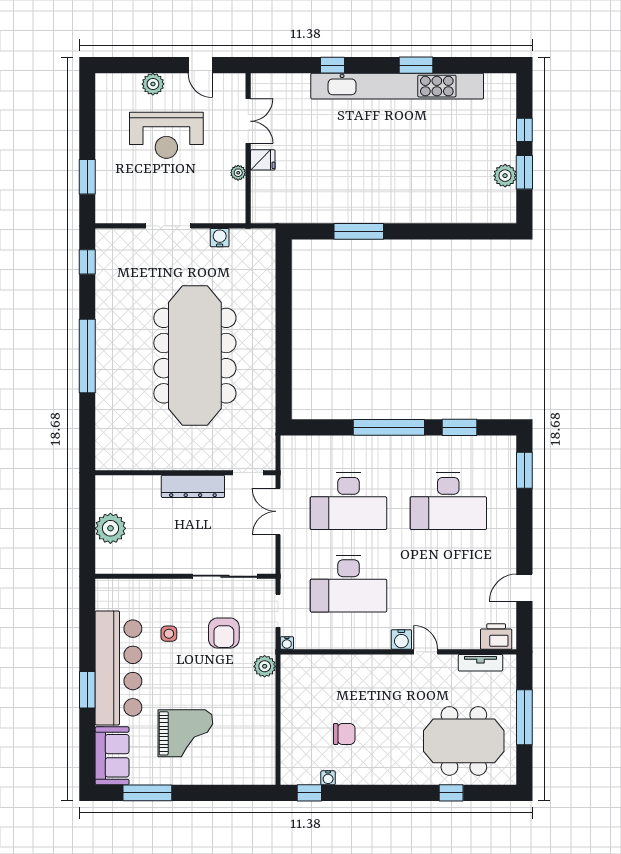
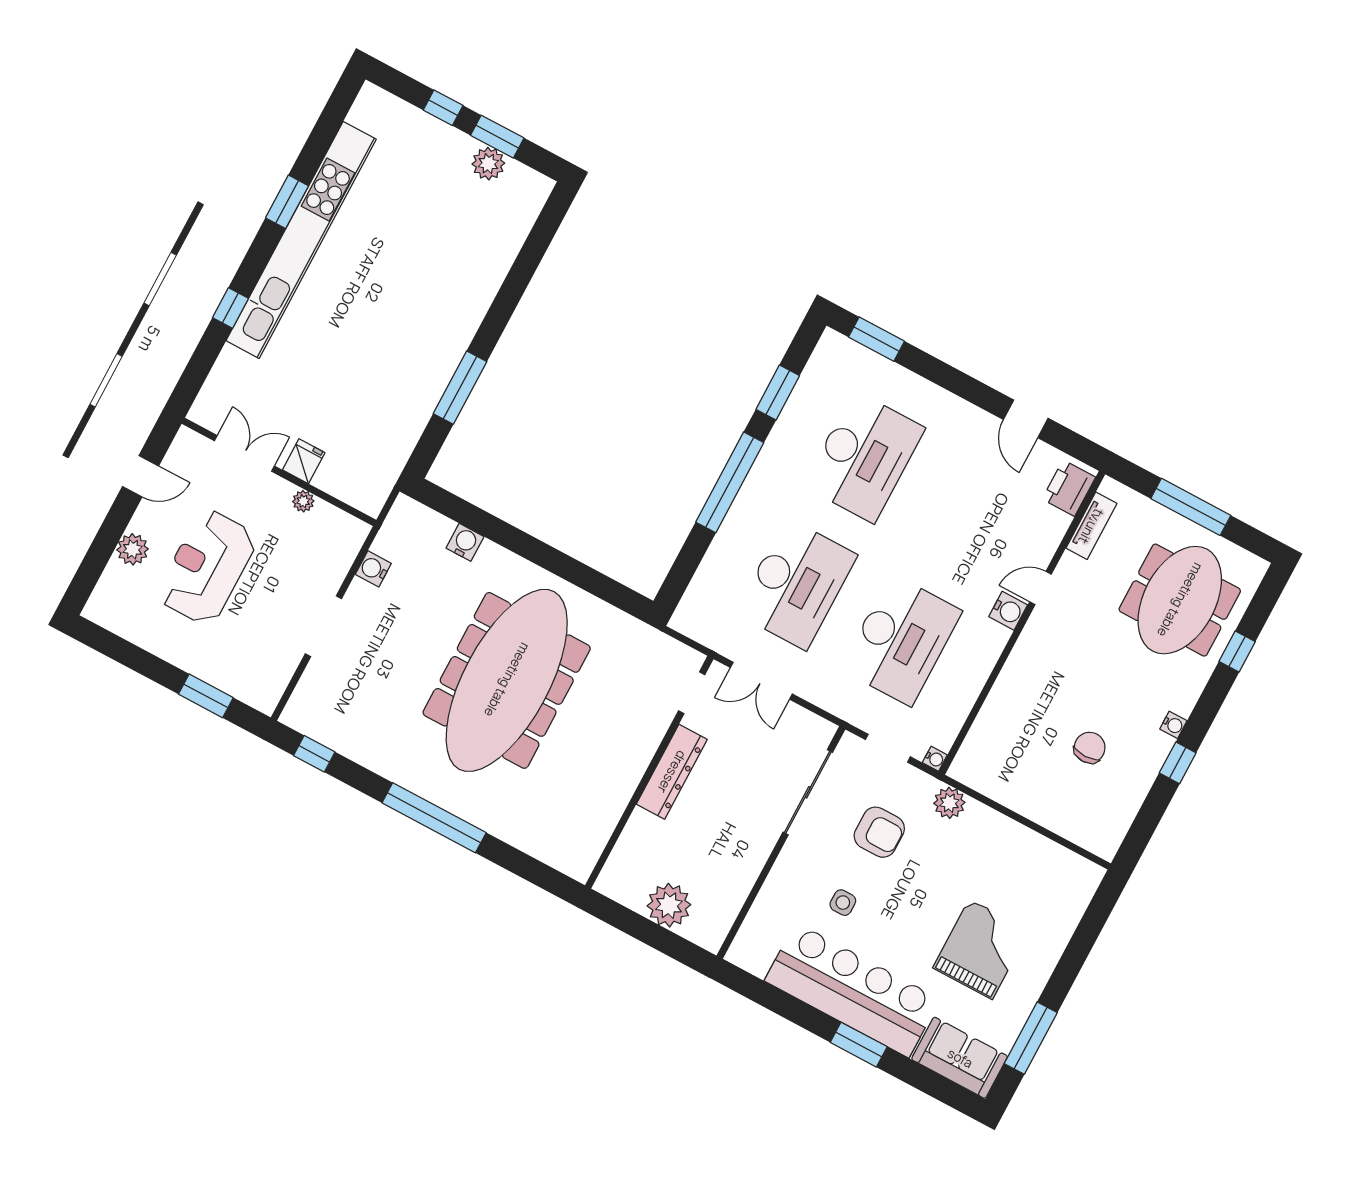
reception desk: (166, 135) -> (207, 567), turned 180
water cooler: (266, 285) -> (465, 542), added
meeting table: (195, 356) -> (507, 680), turned 90
water cooler: (328, 778) -> (1173, 725), moved
window: (309, 793) -> (1178, 763), moved

